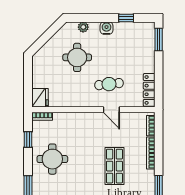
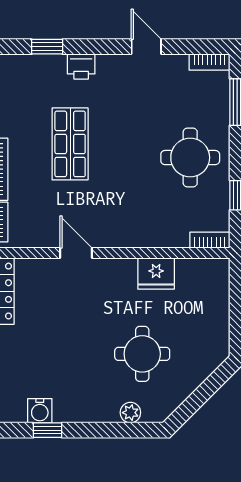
water cooler: (106, 28) -> (40, 411), moved
cafe table: (109, 84) -> (81, 302), removed
fridge: (40, 98) -> (156, 273), moved, turned -90

